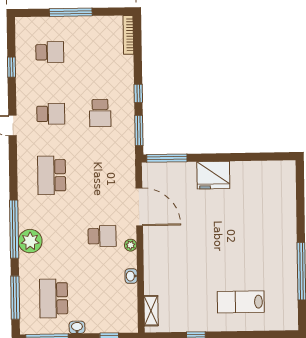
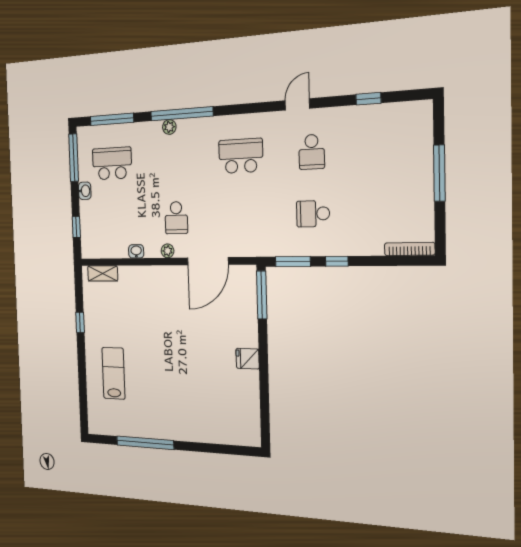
school desk: (50, 52) -> (387, 147), removed
fridge: (213, 175) -> (248, 359), width x0.53, depth x0.75
plant: (30, 241) -> (169, 127), width x0.53, depth x0.53

